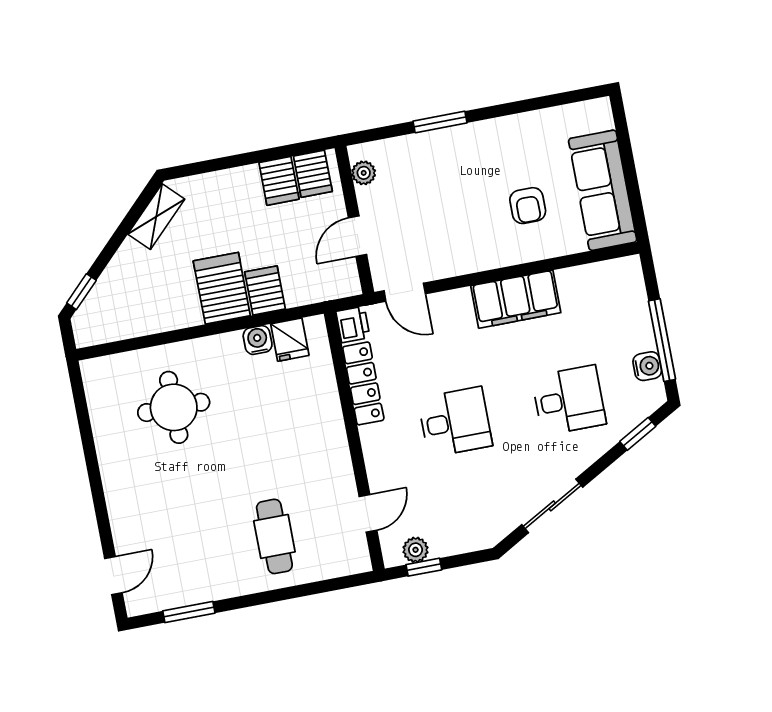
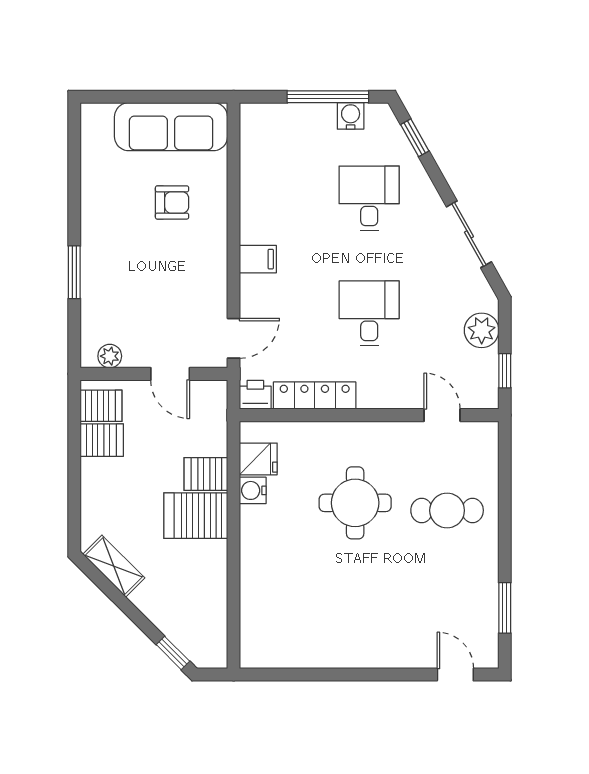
filing cabinet: (516, 299) -> (258, 259), width x0.33, depth x0.86
round table: (174, 407) -> (355, 503), moved
plant: (416, 550) -> (482, 330), moved, width x1.38, depth x1.38

